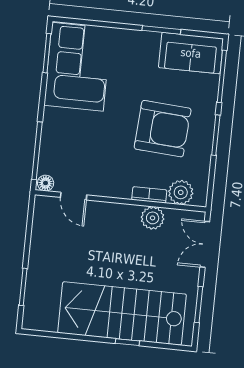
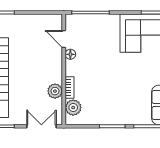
armchair: (163, 129) -> (113, 92), removed
floor lamp: (46, 183) -> (70, 54), moved
door: (74, 196) -> (64, 39), hinge flipped

